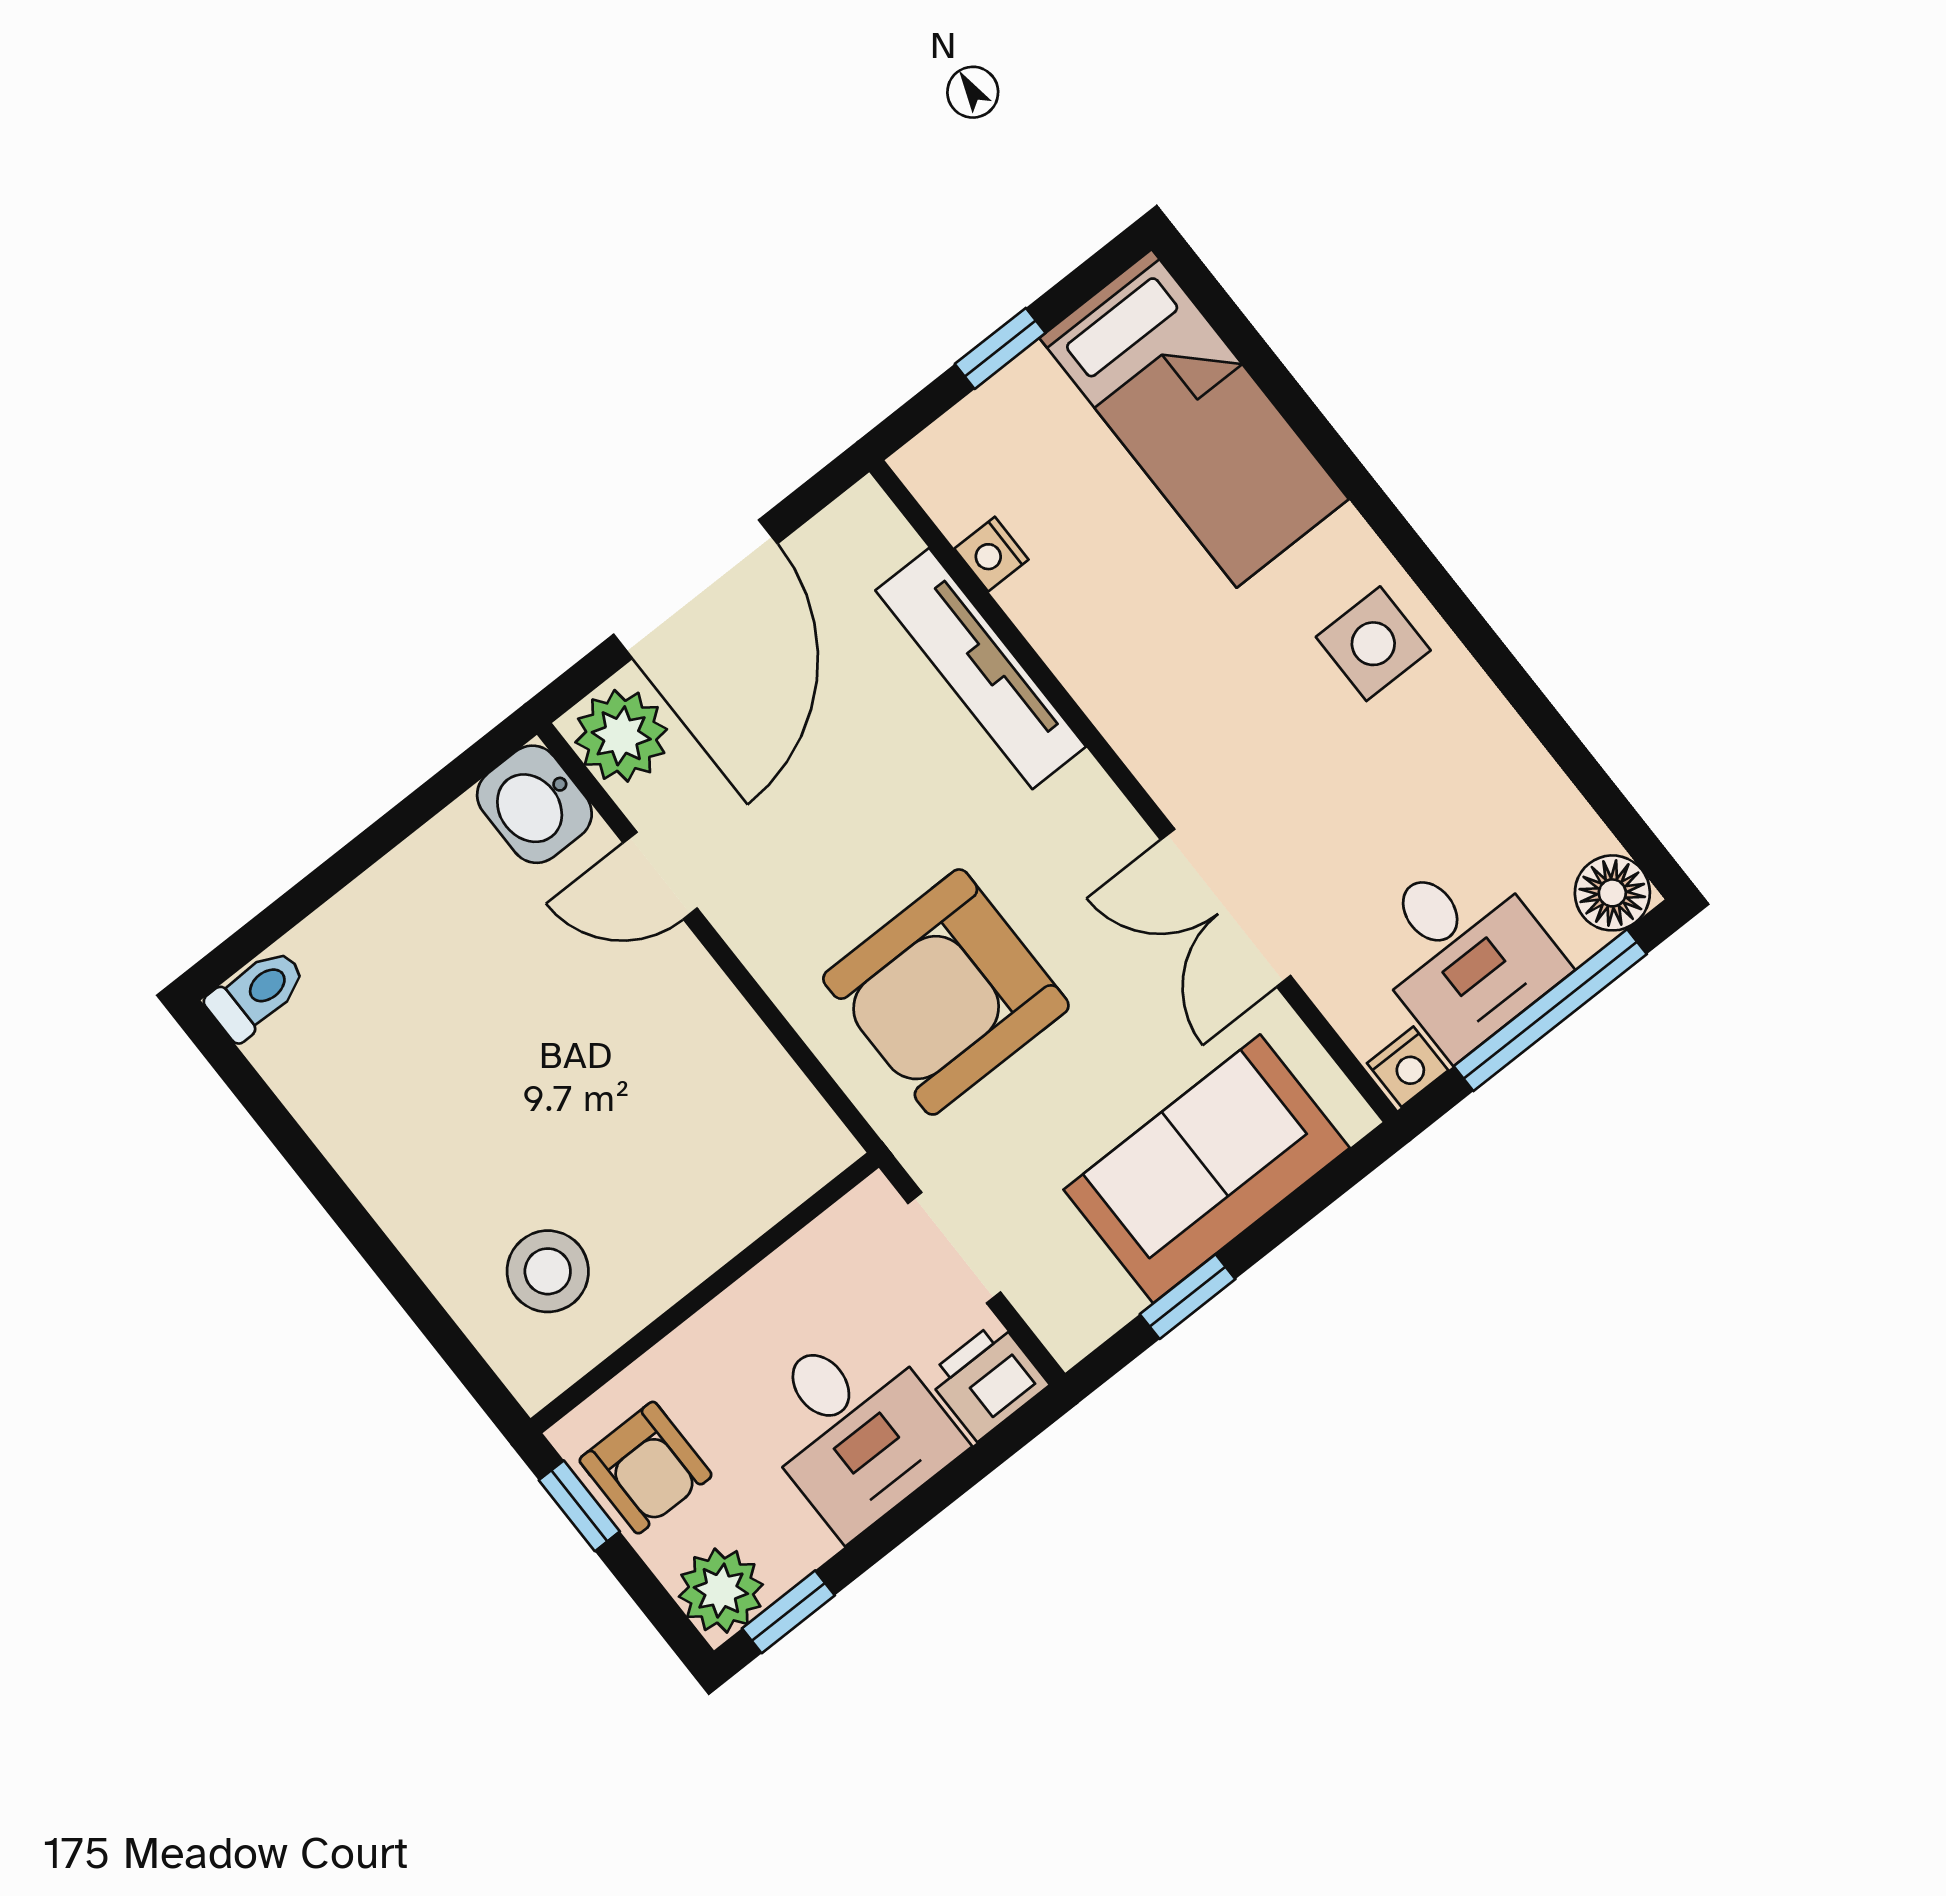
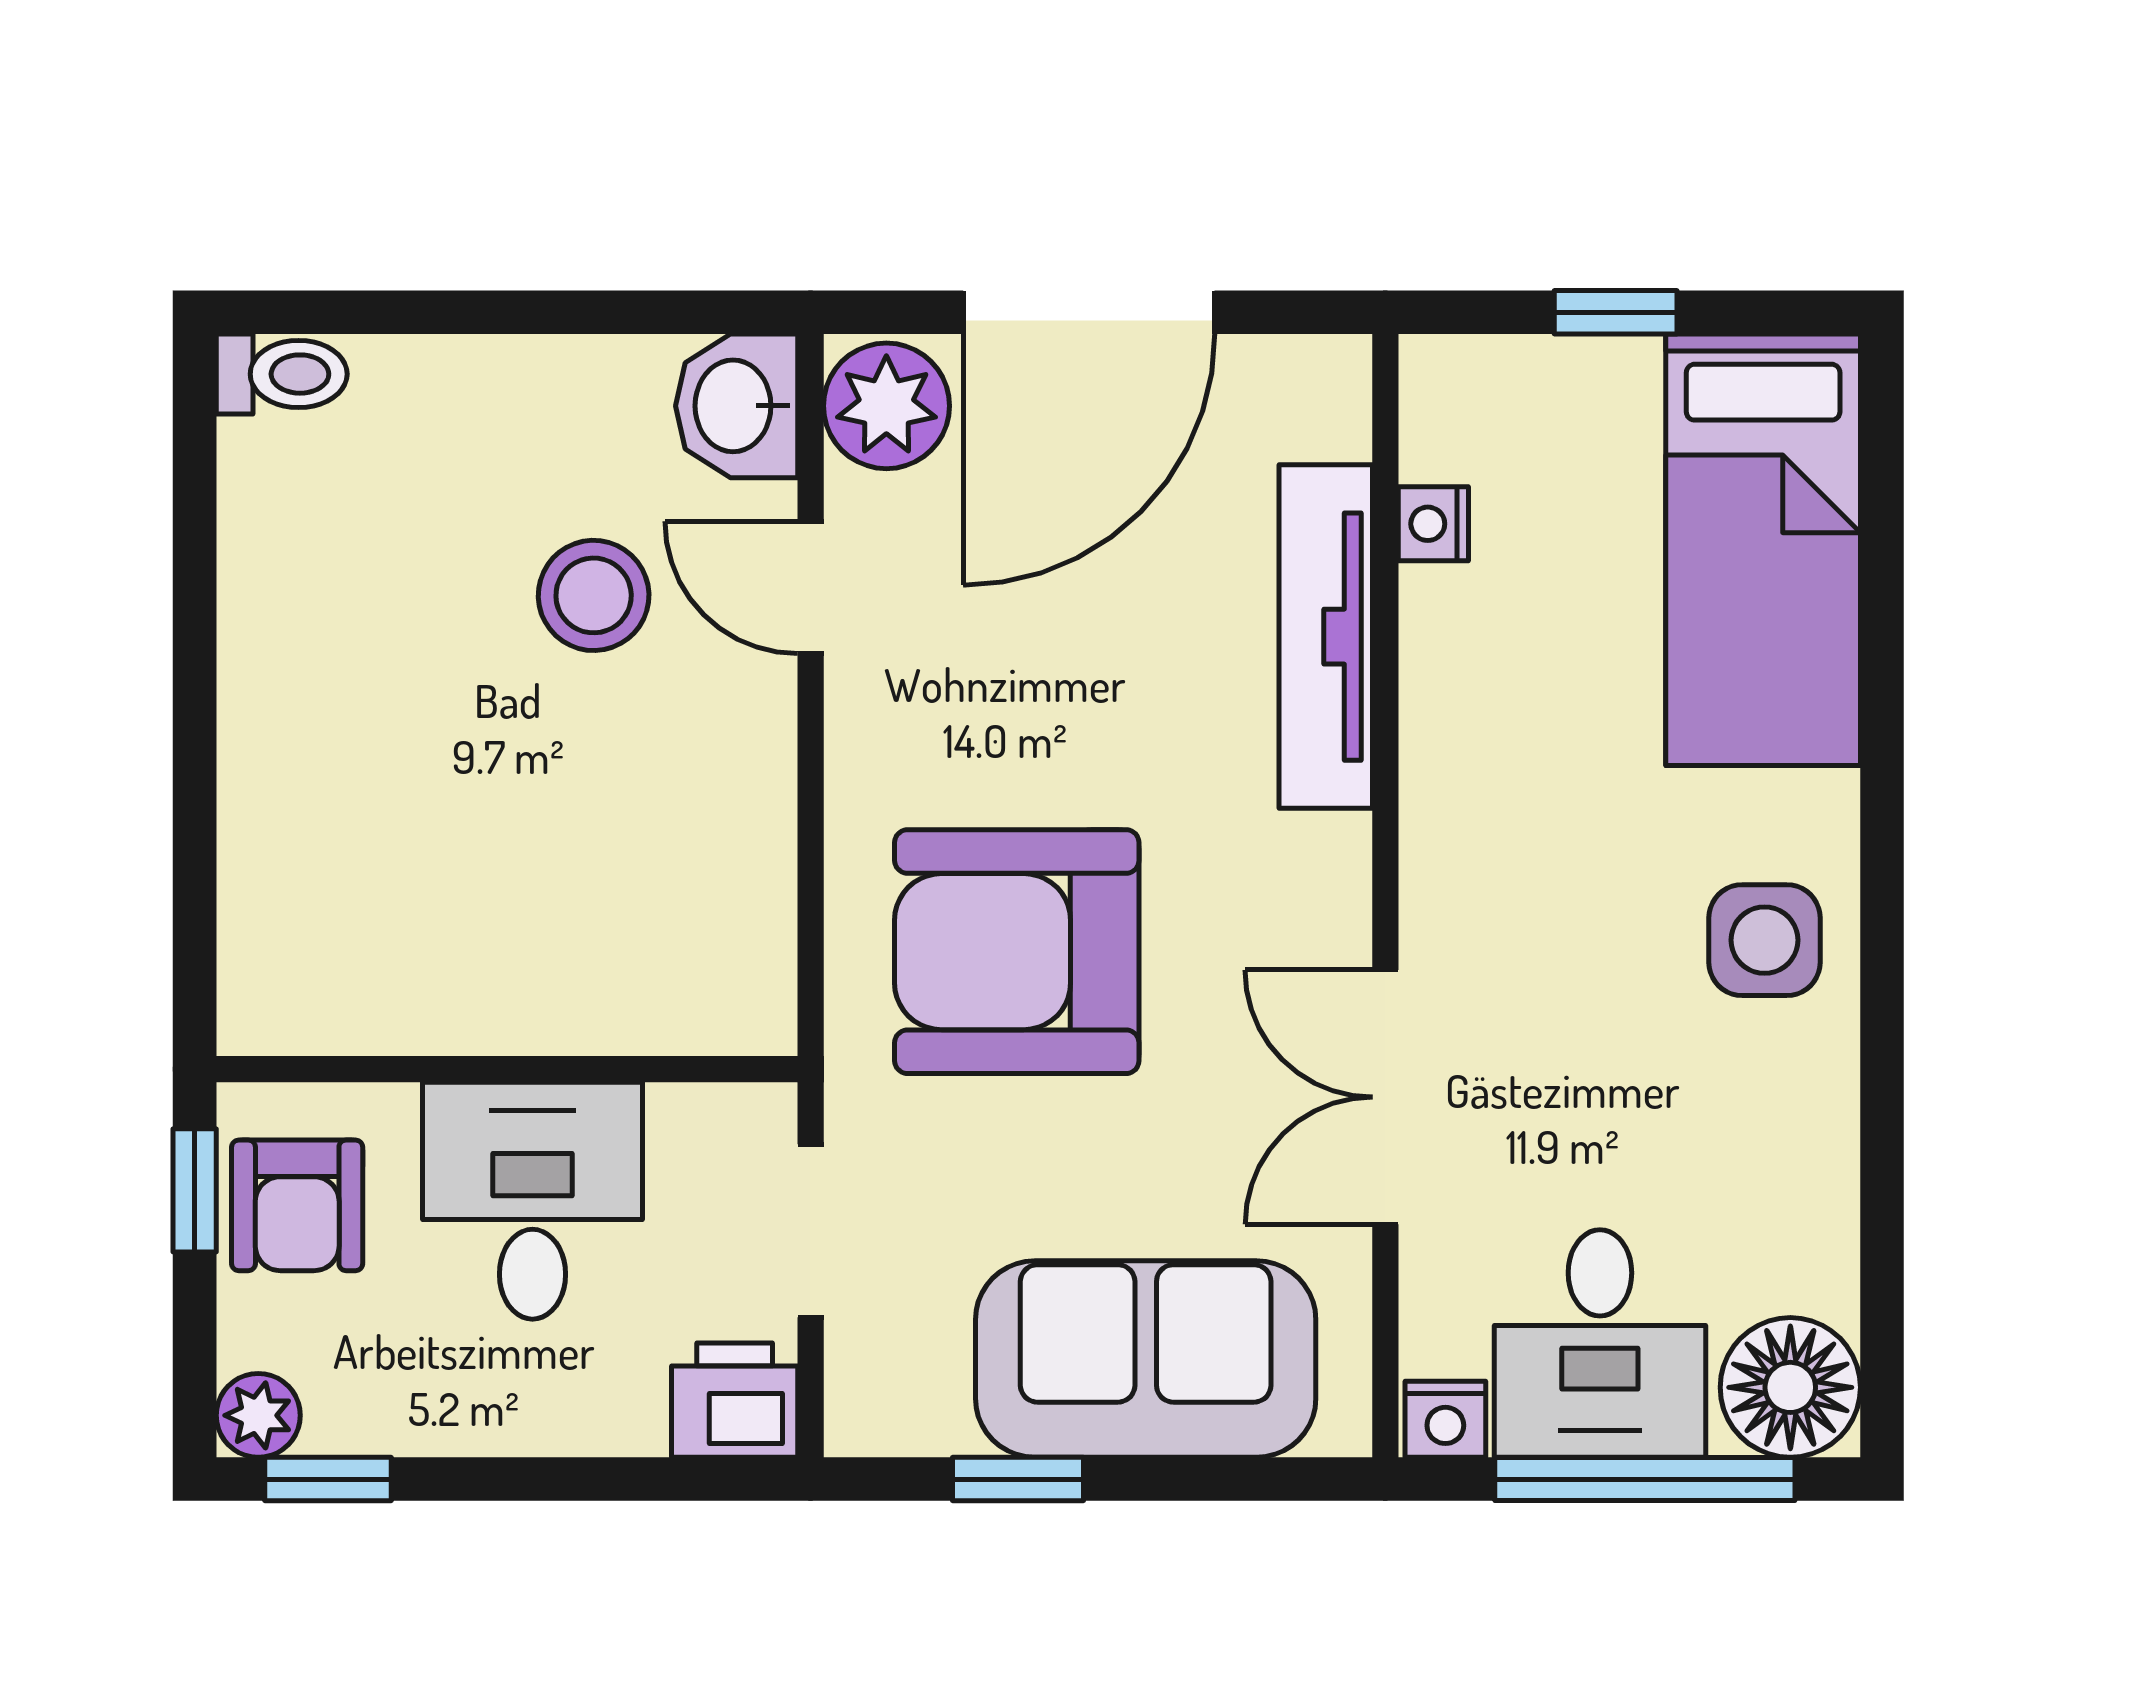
floor lamp: (1612, 893) -> (1790, 1387), width x1.38, depth x1.38
stool: (548, 1271) -> (594, 595), moved
desk: (854, 1428) -> (532, 1201), moved, turned 180
plant: (721, 1591) -> (258, 1415), width x0.73, depth x0.73

